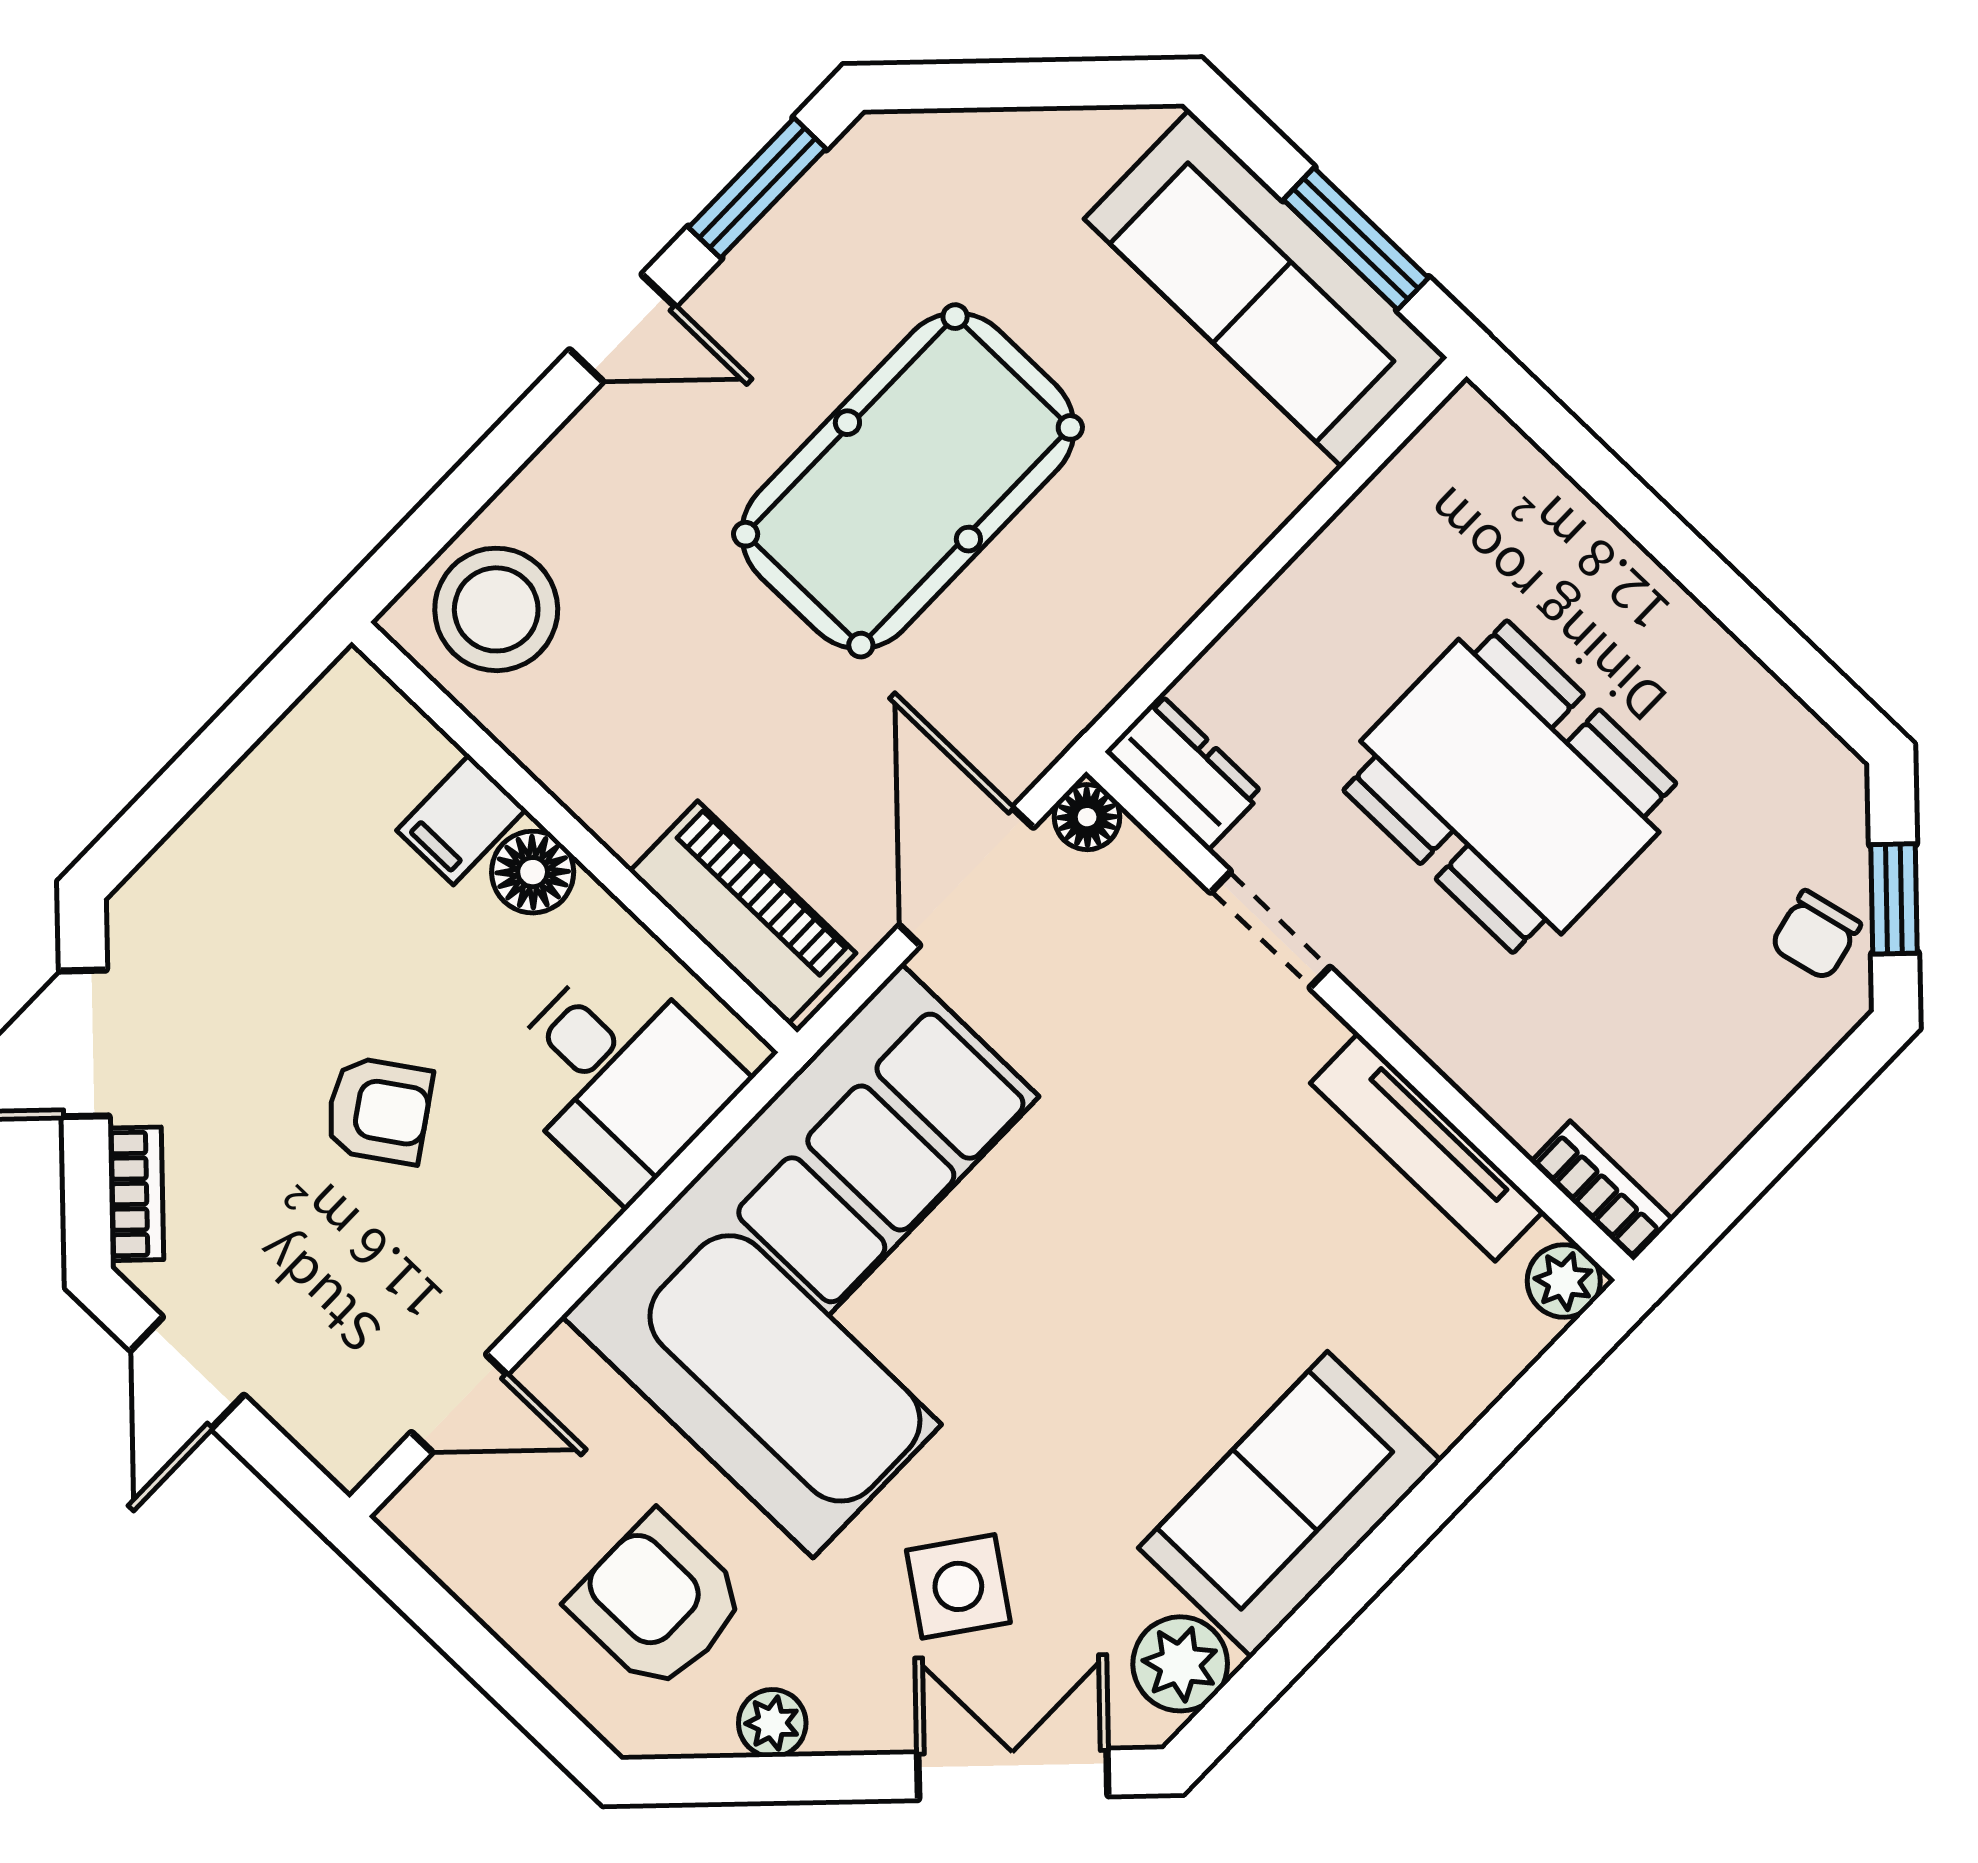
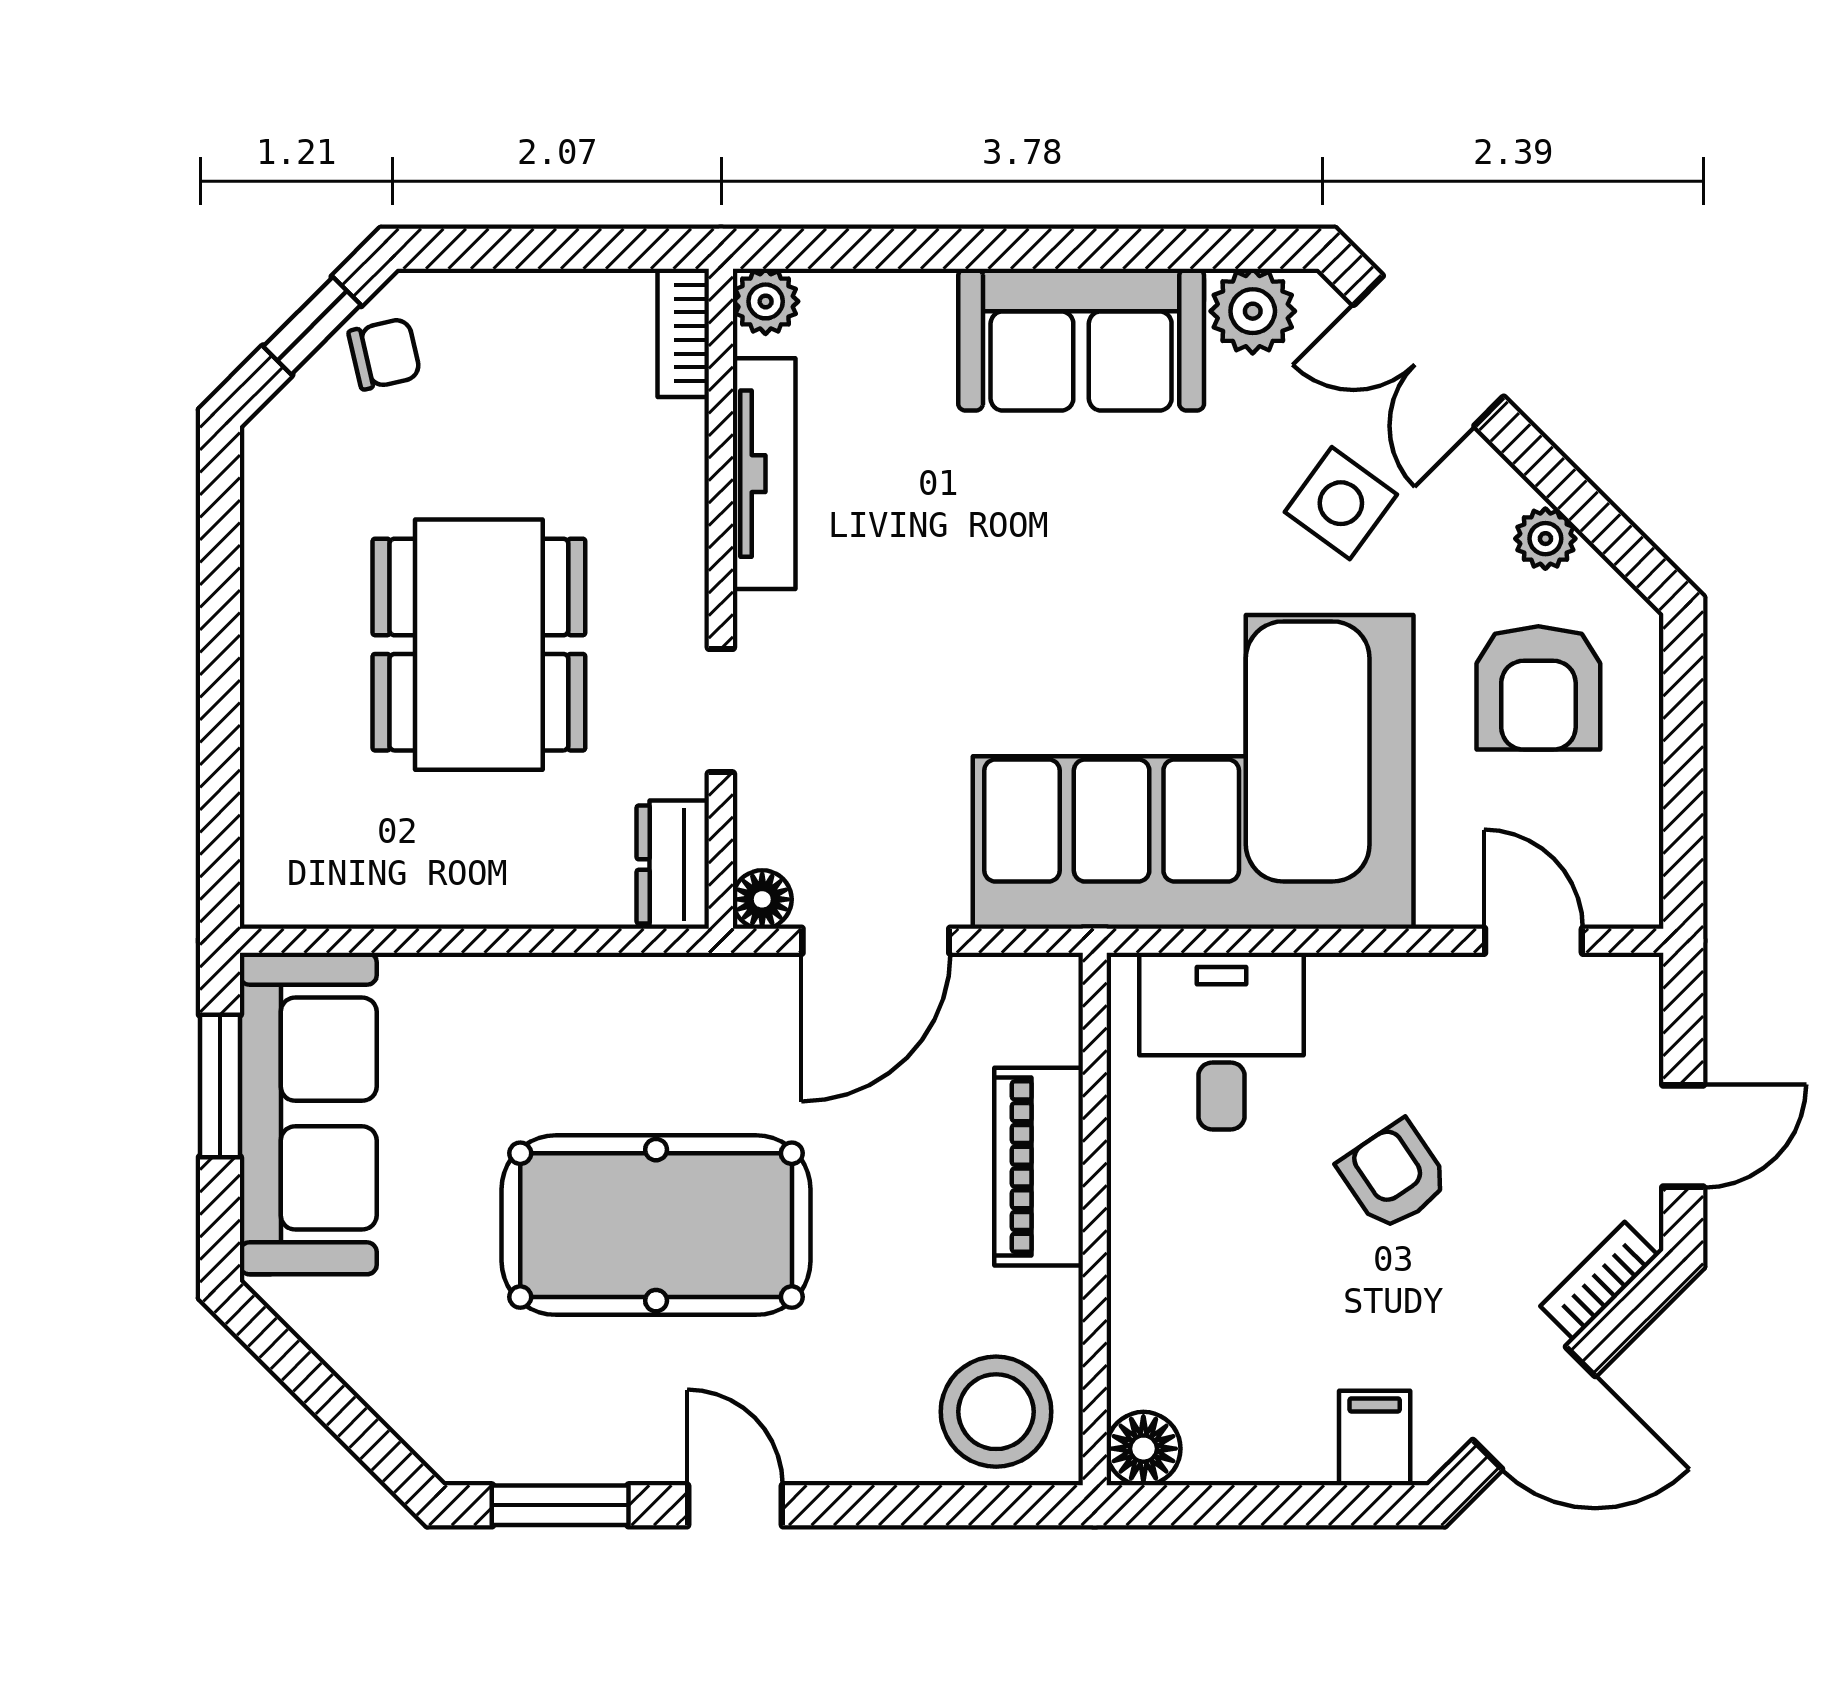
filing cabinet: (461, 820) -> (1375, 1438), moved, turned -90
floor lamp: (533, 872) -> (1143, 1449), moved
piano: (743, 912) -> (1039, 1167), moved

